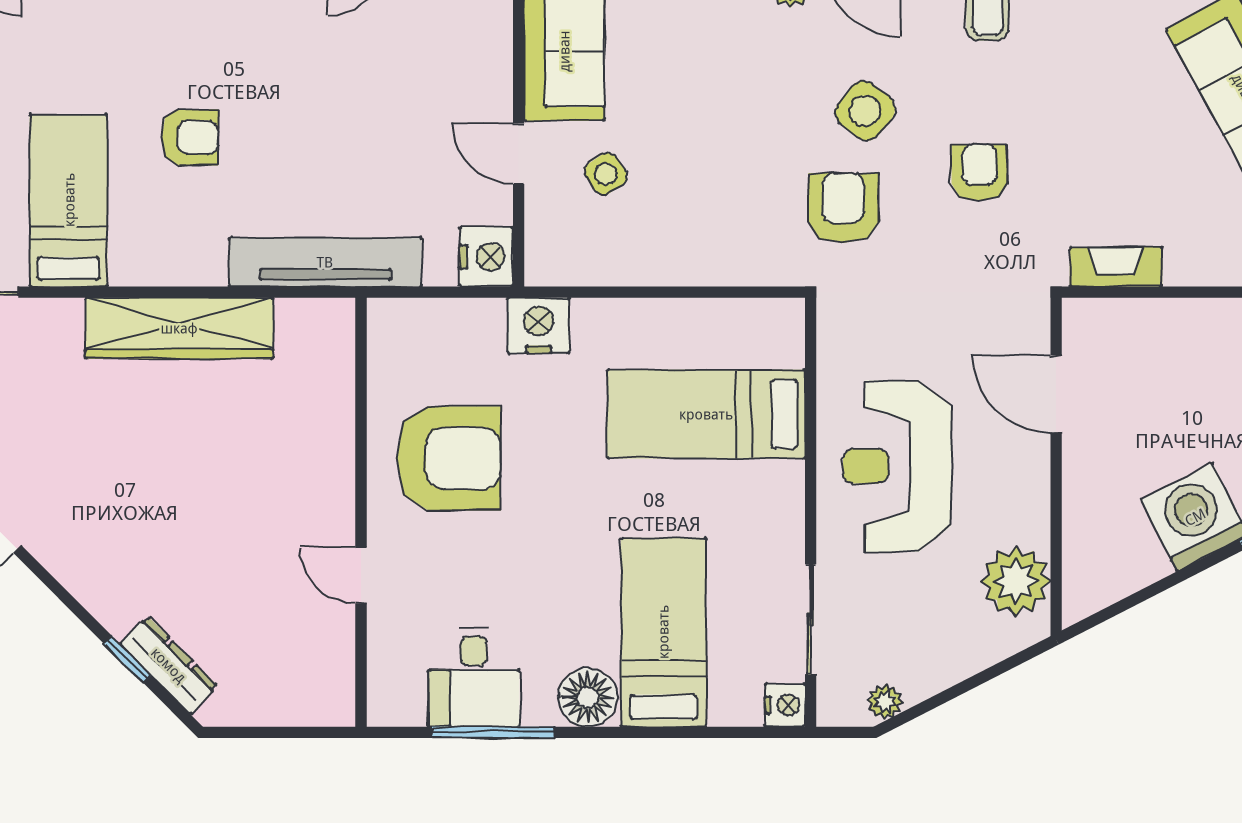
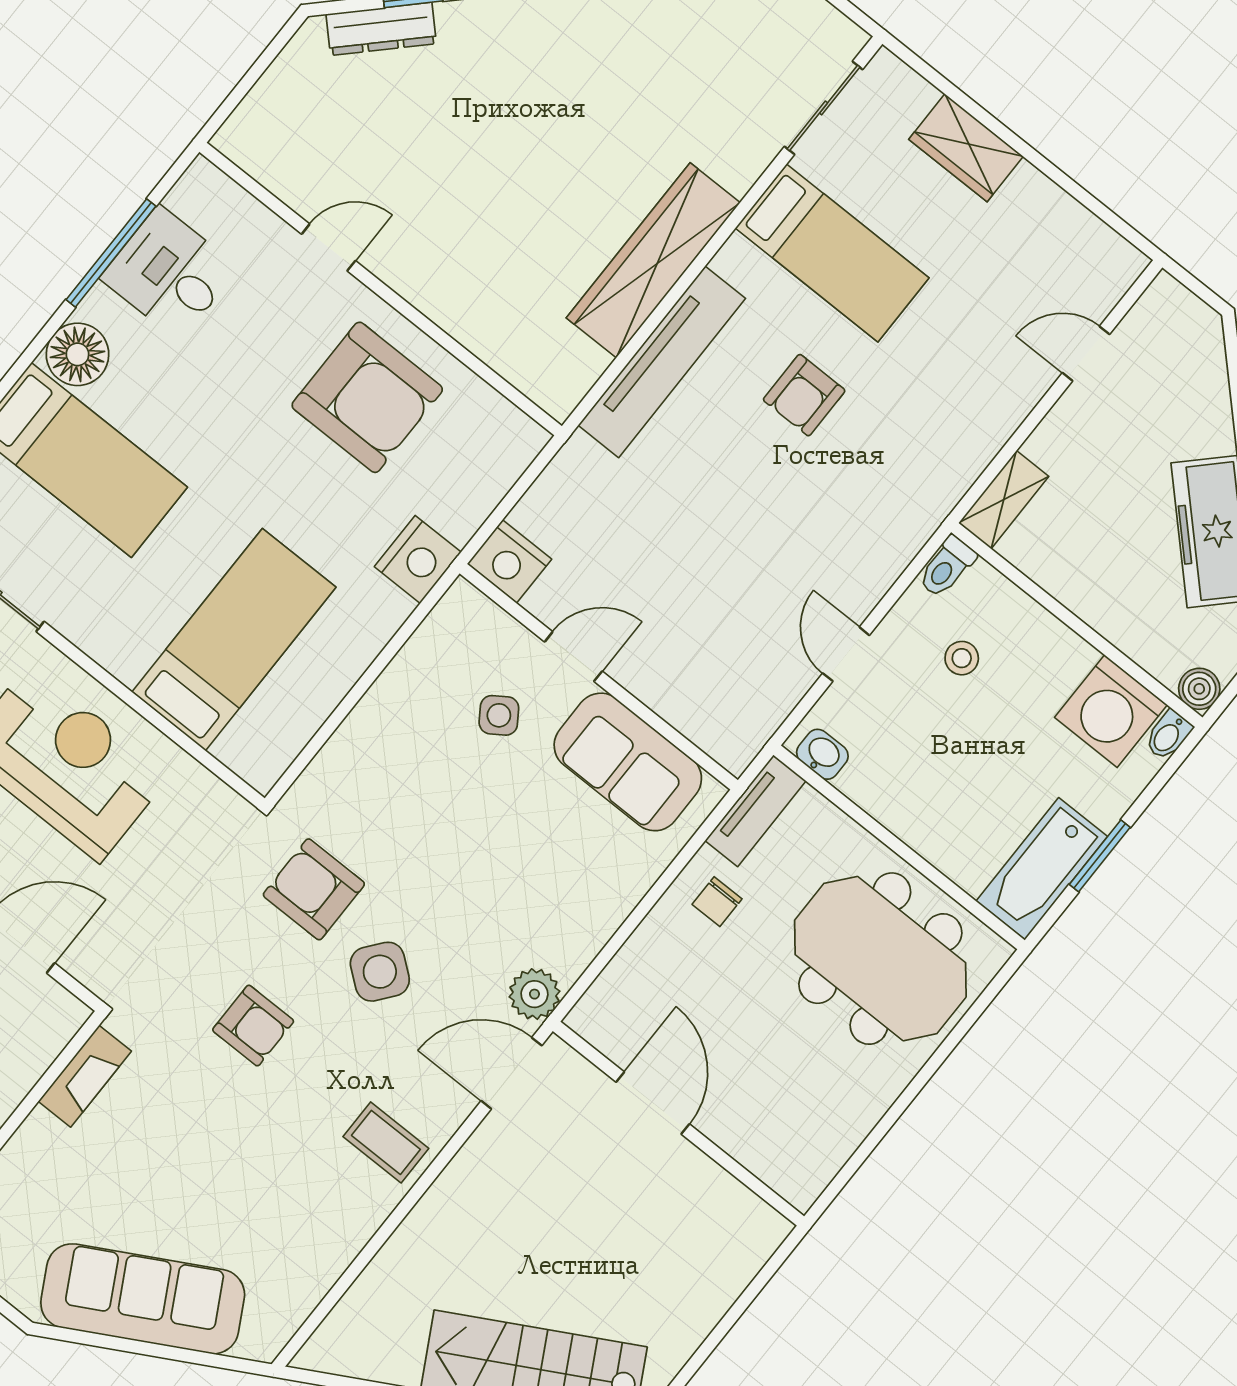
armchair: (843, 208) -> (314, 889), turned 180
tv unit: (325, 262) -> (662, 362), moved
armchair: (449, 458) -> (367, 397), turned -90

